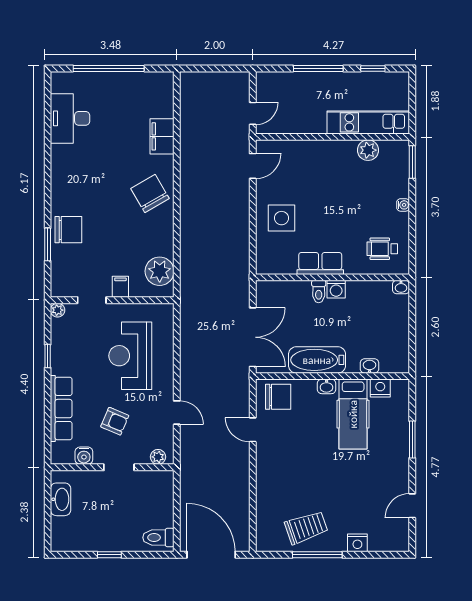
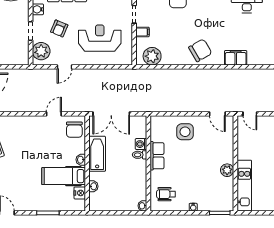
plant: (368, 150) -> (227, 170), moved
wheelchair: (382, 249) -> (166, 194), turned -90
washing machine: (336, 289) -> (141, 144), moved
plant: (158, 457) -> (41, 51), width x1.88, depth x1.88

